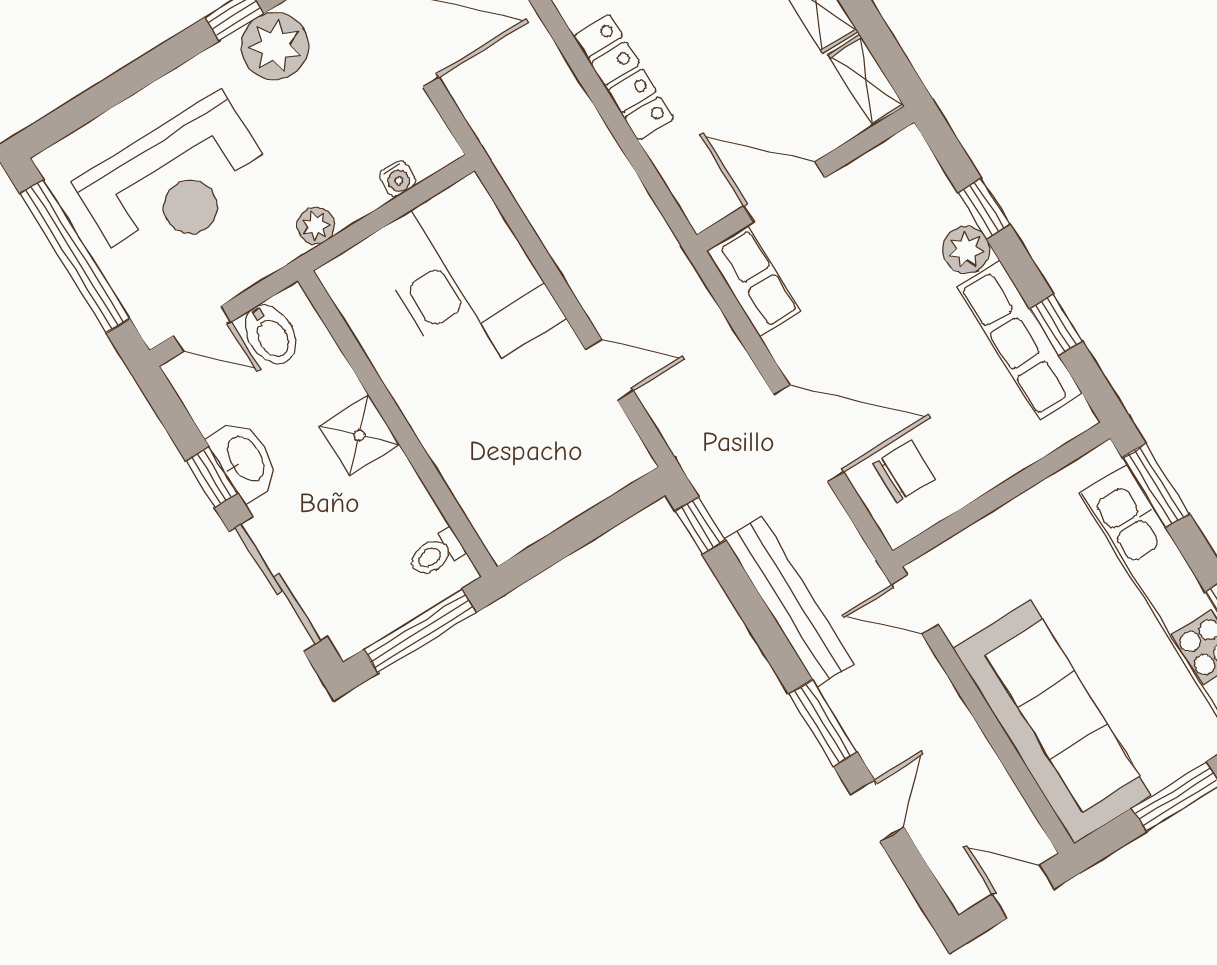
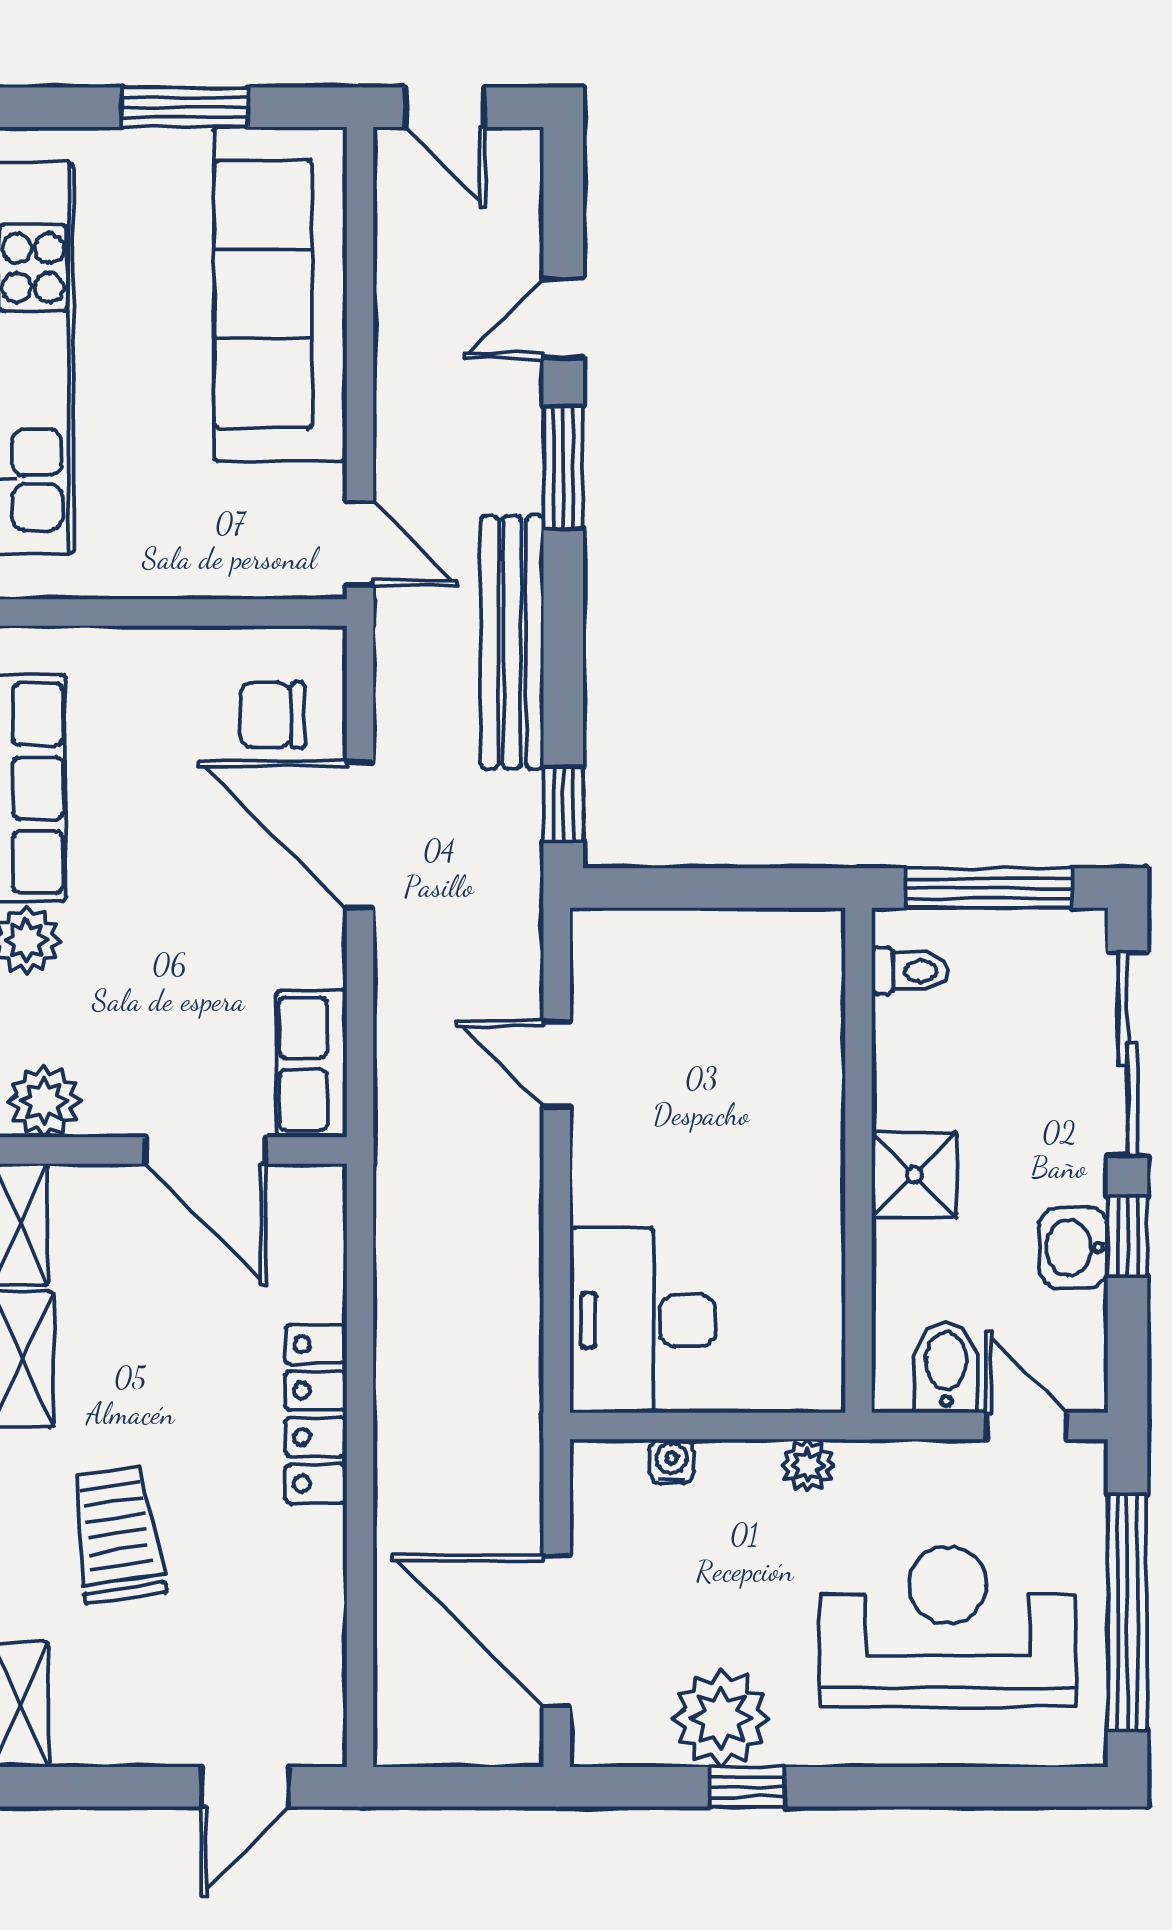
plant: (897, 162) -> (44, 1101), added
desk: (465, 279) -> (642, 1320), width x0.73, depth x0.77
washbasin: (245, 460) -> (1073, 1248), width x0.72

